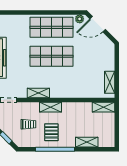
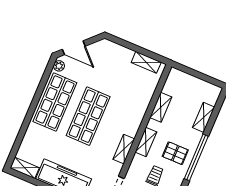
door: (98, 24) -> (74, 48), hinge flipped
shelving: (103, 107) -> (161, 107), moved

